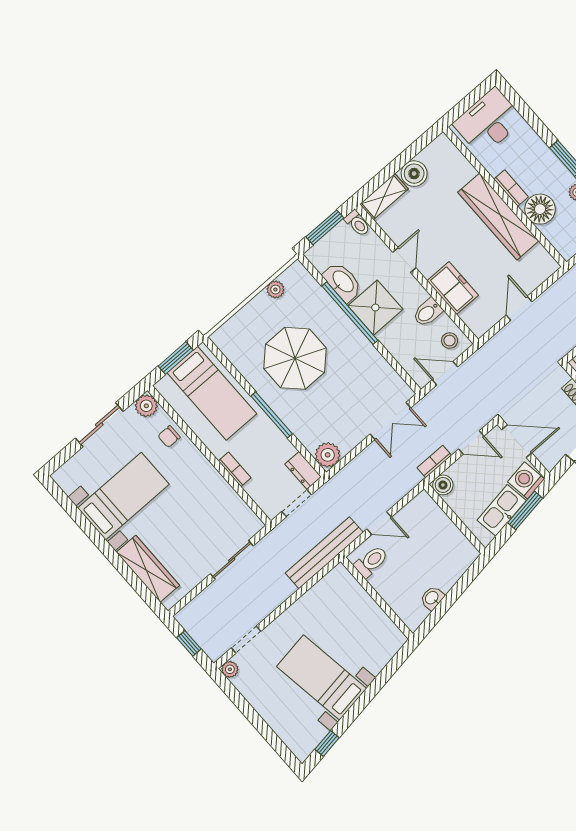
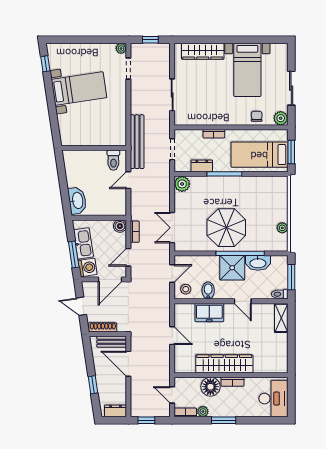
boiler: (414, 174) -> (280, 342), removed
parasol: (295, 358) -> (226, 228), moved
dresser: (303, 470) -> (202, 166), moved
washbasin: (432, 598) -> (77, 201), moved, width x1.91, depth x1.45

